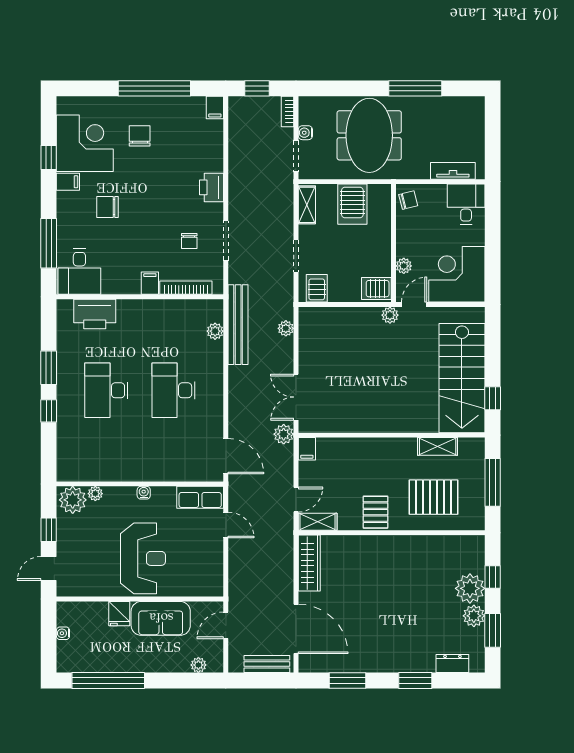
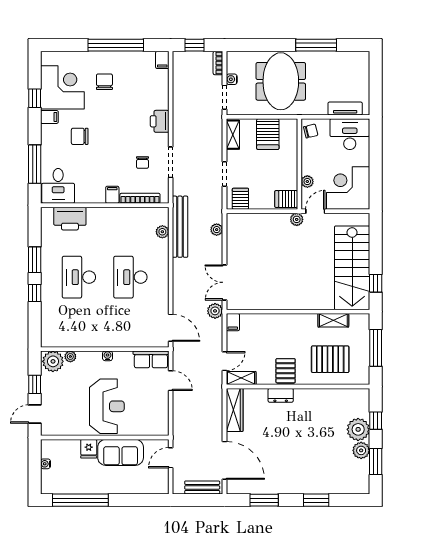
desk: (466, 204) -> (350, 134), width x1.37
dresser: (452, 664) -> (281, 395), moved, turned 180
plant: (198, 665) -> (150, 488), removed

